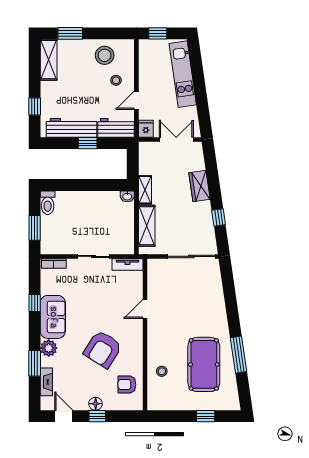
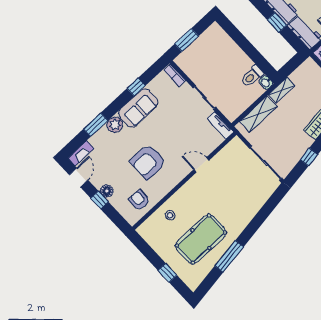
toilet: (48, 203) -> (252, 76), moved
armchair: (103, 349) -> (148, 162), turned -32
fireplace: (46, 382) -> (81, 153), moved

